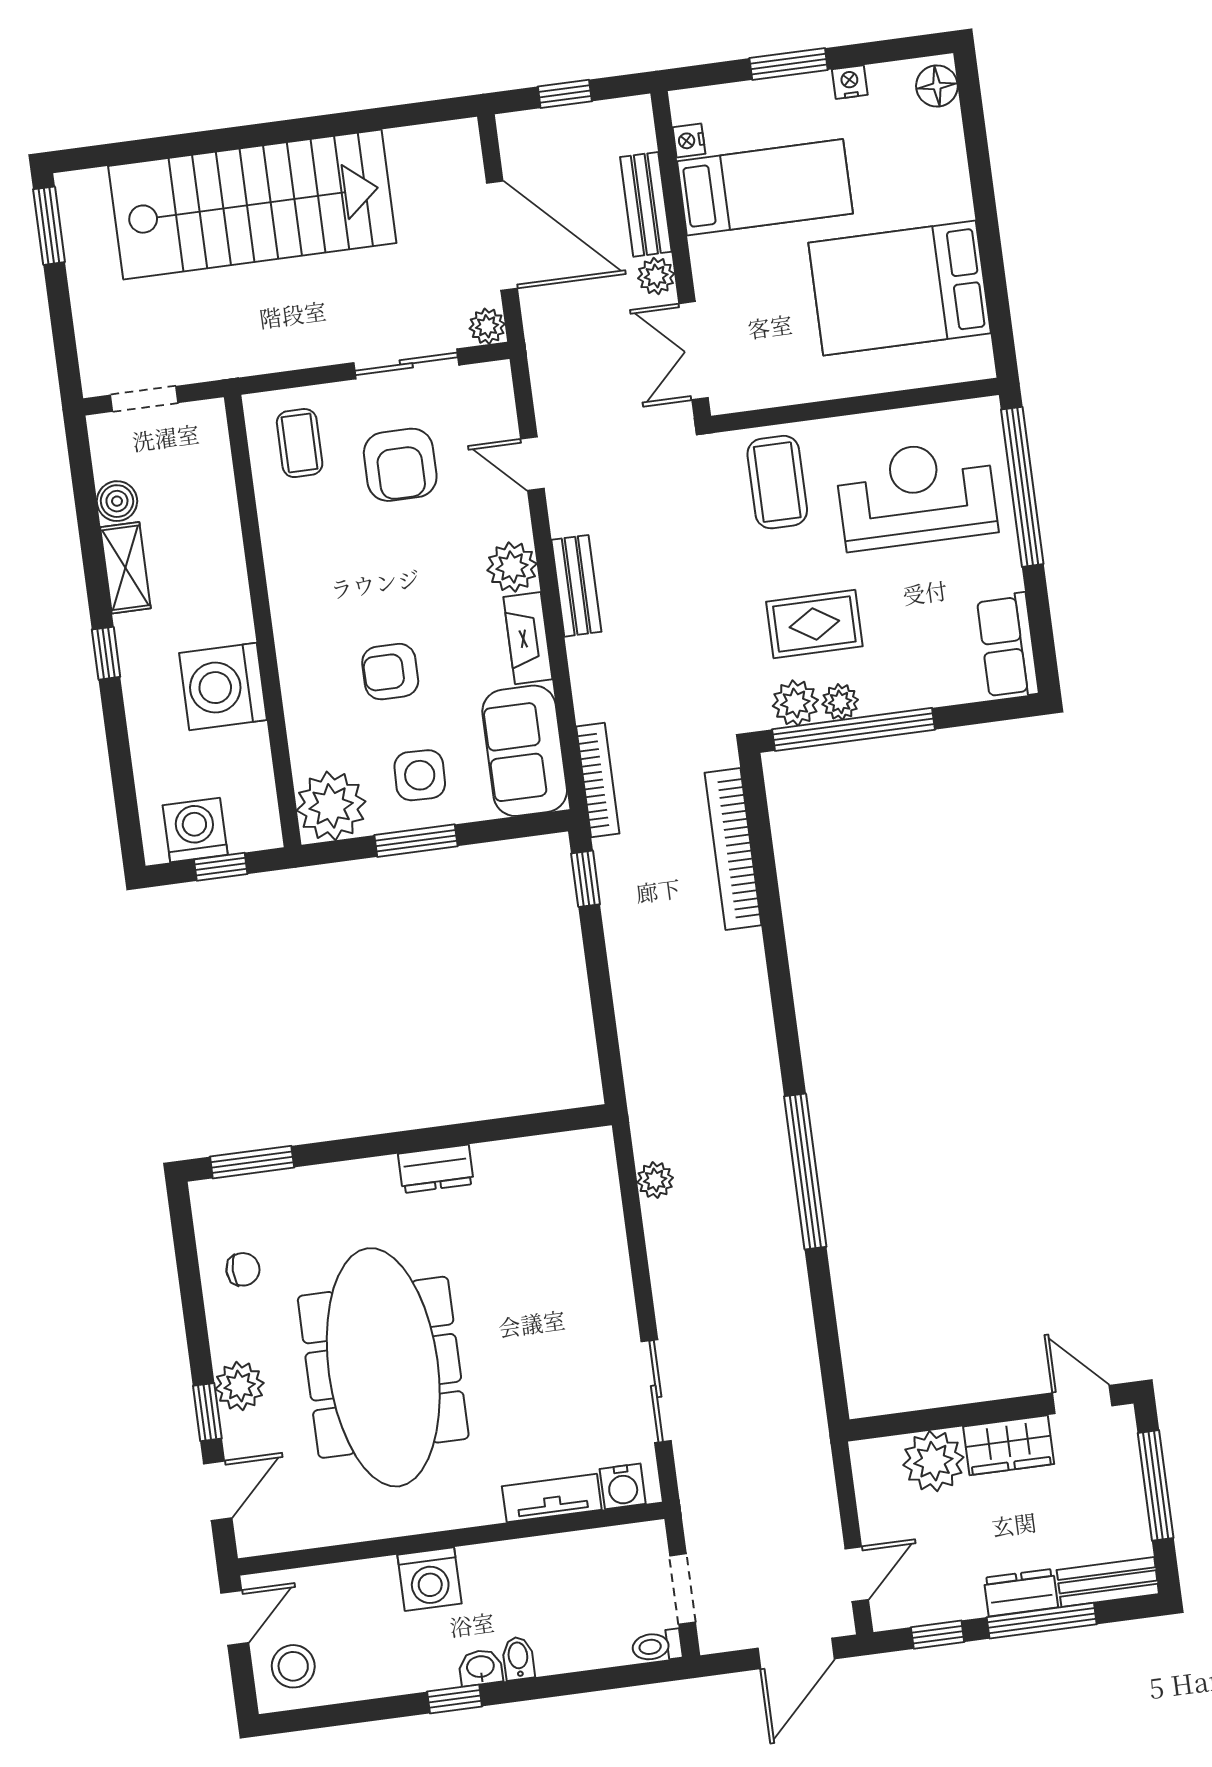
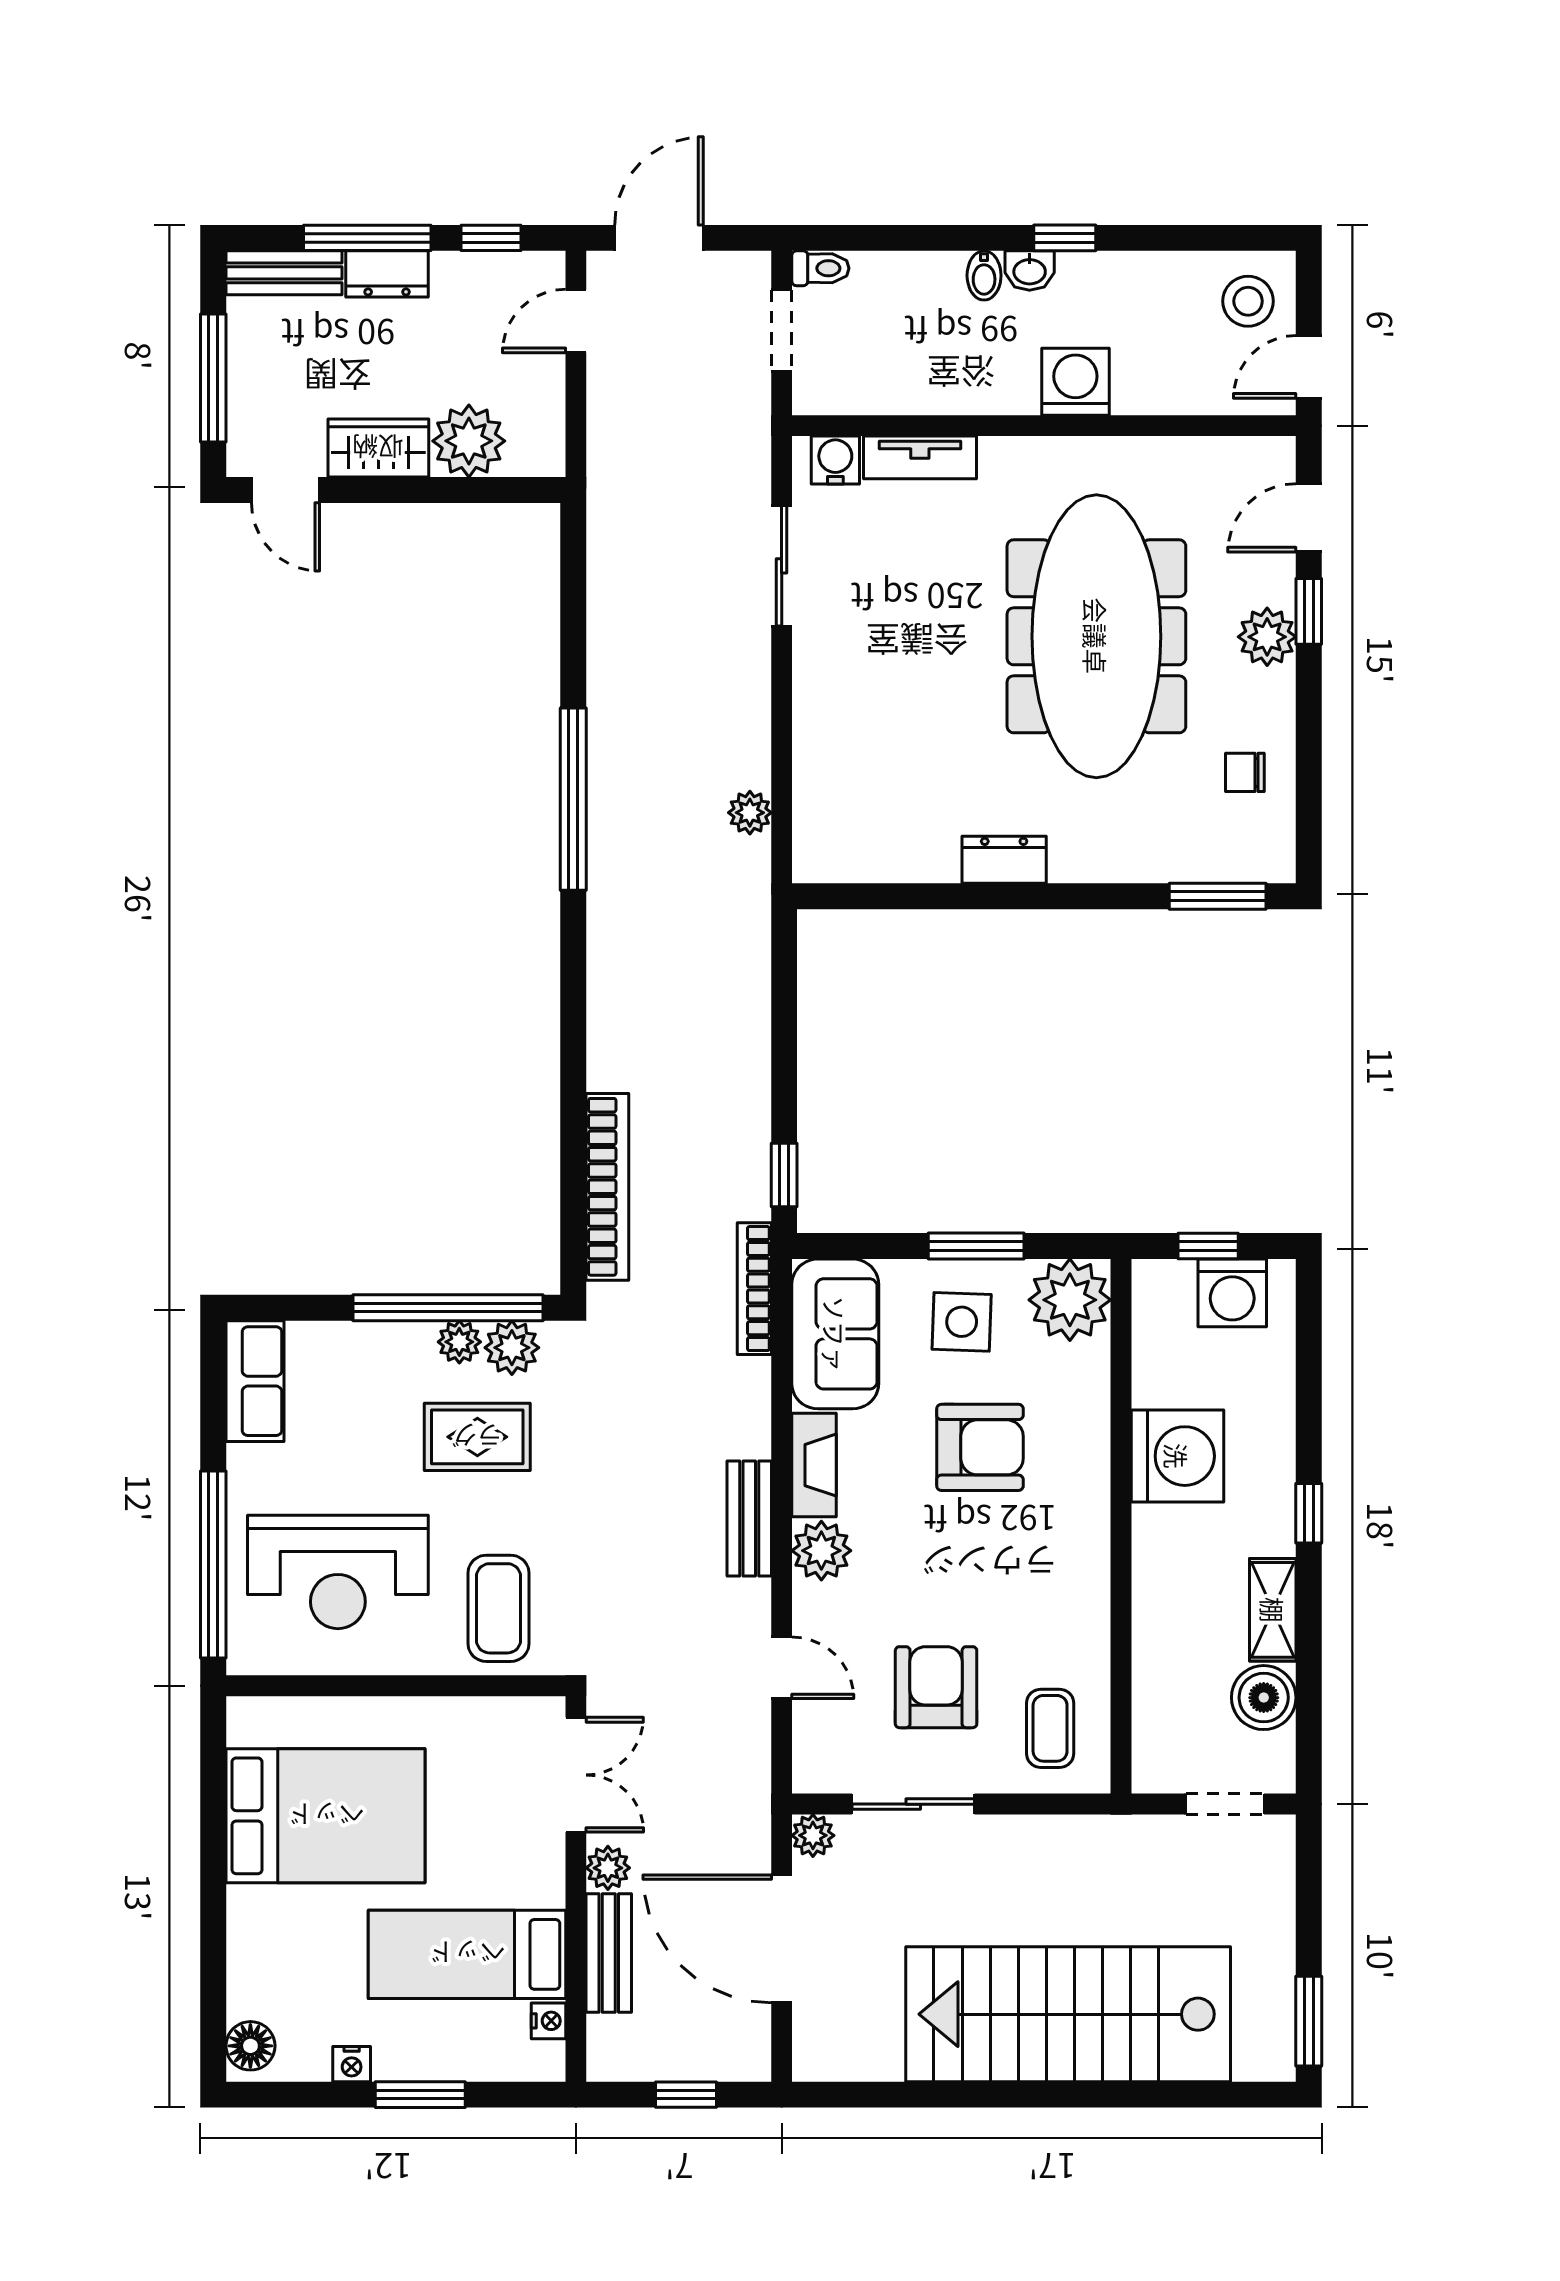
boiler: (117, 501) -> (1264, 1698), width x1.36, depth x1.36
armchair: (390, 672) -> (980, 1447), width x1.38, depth x1.38

